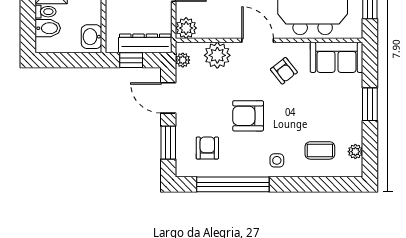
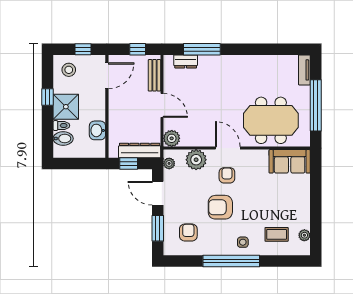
washbasin: (91, 37) -> (97, 130), moved
armchair: (284, 71) -> (227, 175), moved, turned -142
window: (370, 104) -> (316, 198), removed
window: (233, 184) -> (231, 261), moved

